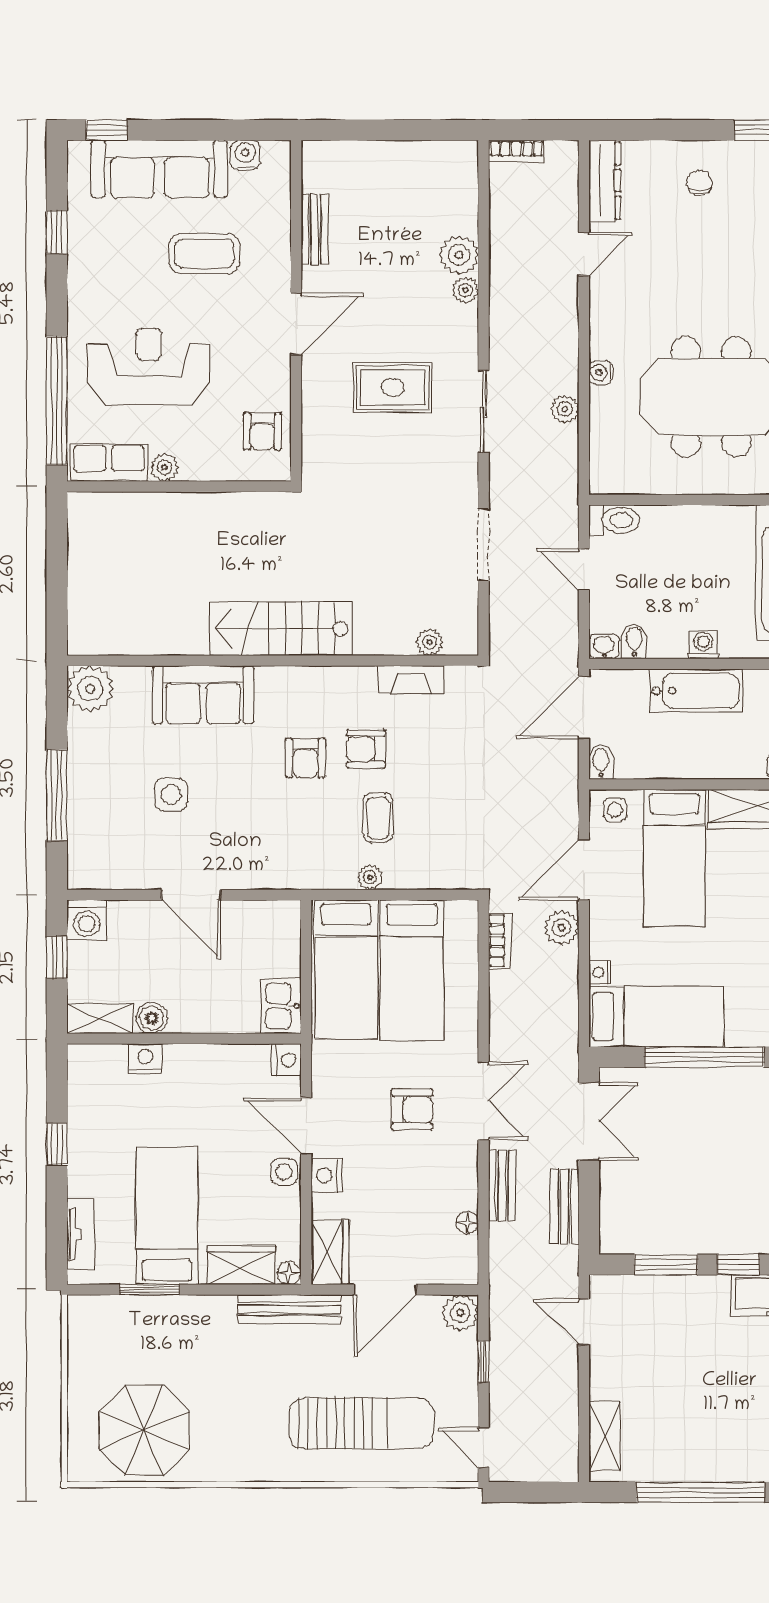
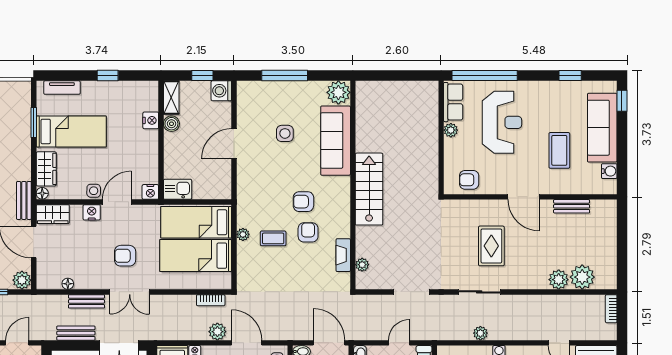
plant: (465, 290) -> (582, 277), moved, width x1.88, depth x1.88
sofa: (203, 695) -> (336, 141), width x1.36
armchair: (412, 1110) -> (125, 256), turned 90
bench: (289, 1309) -> (24, 200), width x0.73

